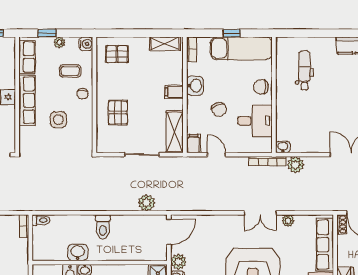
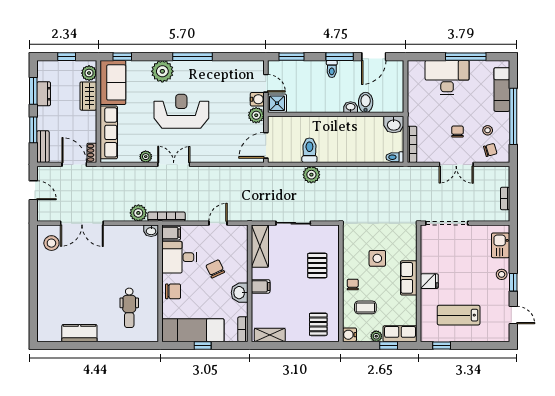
pallet: (117, 54) -> (318, 324), turned 90
row of seats: (27, 57) -> (400, 334), moved, turned 90
row of seats: (27, 100) -> (409, 278), width x0.68
filing cabinet: (194, 144) -> (171, 233), moved, turned -90
door: (216, 155) -> (218, 223), swing flipped
plant: (146, 203) -> (311, 175), moved
bookcase: (24, 226) -> (412, 144), width x1.56
toilet: (103, 227) -> (309, 150), moved
washbasin: (78, 252) -> (394, 125), moved

